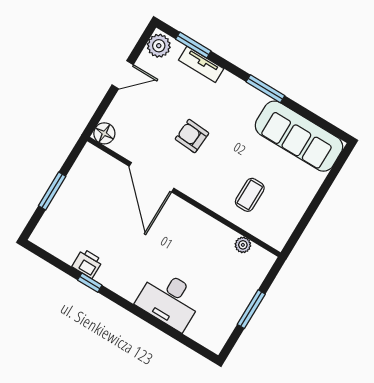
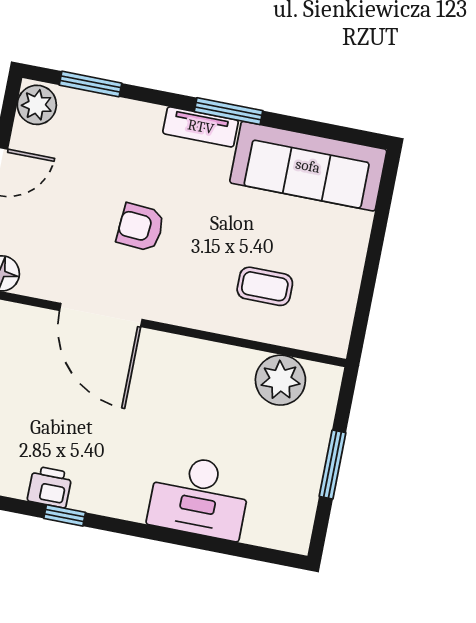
tv unit: (201, 64) -> (201, 127), moved
coffee table: (250, 195) -> (265, 286), turned 90
plant: (243, 245) -> (280, 380), width x1.88, depth x1.88

